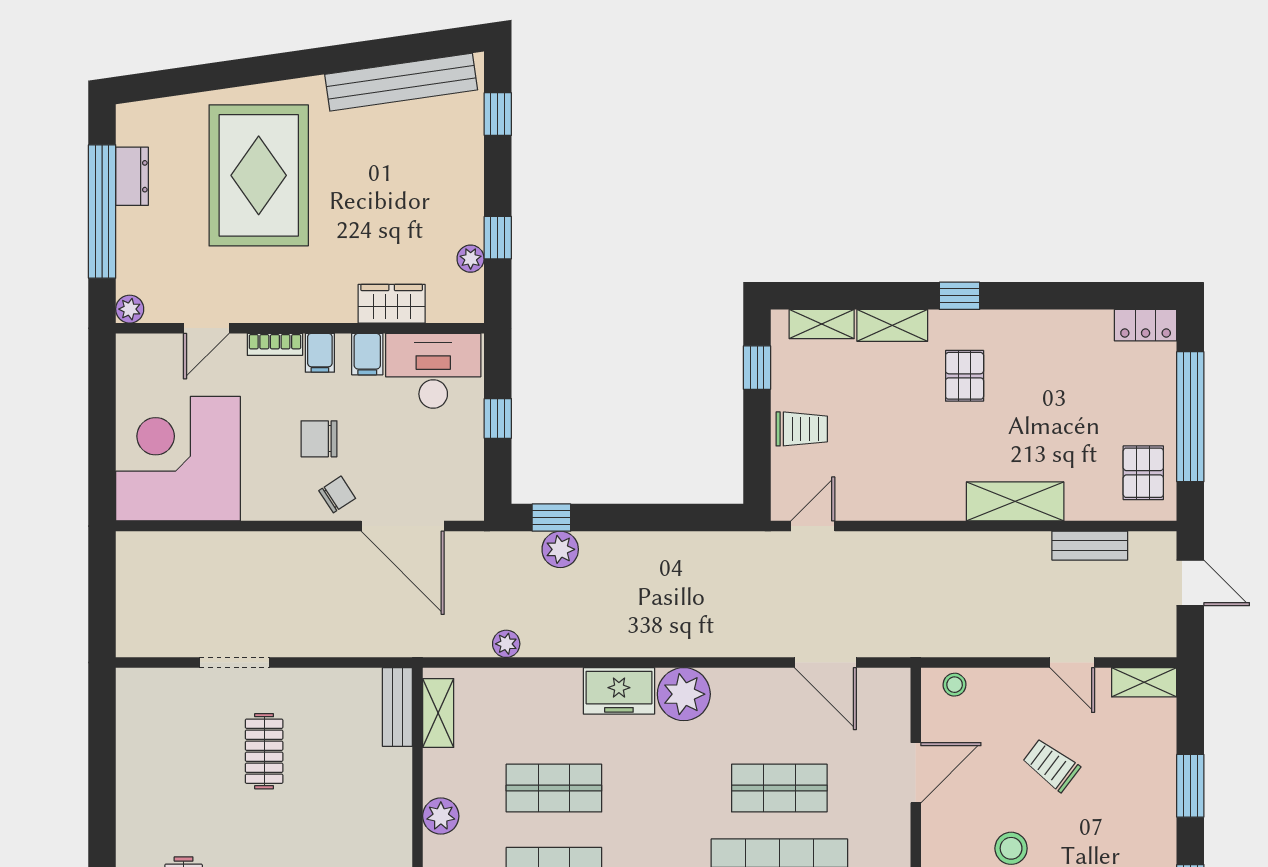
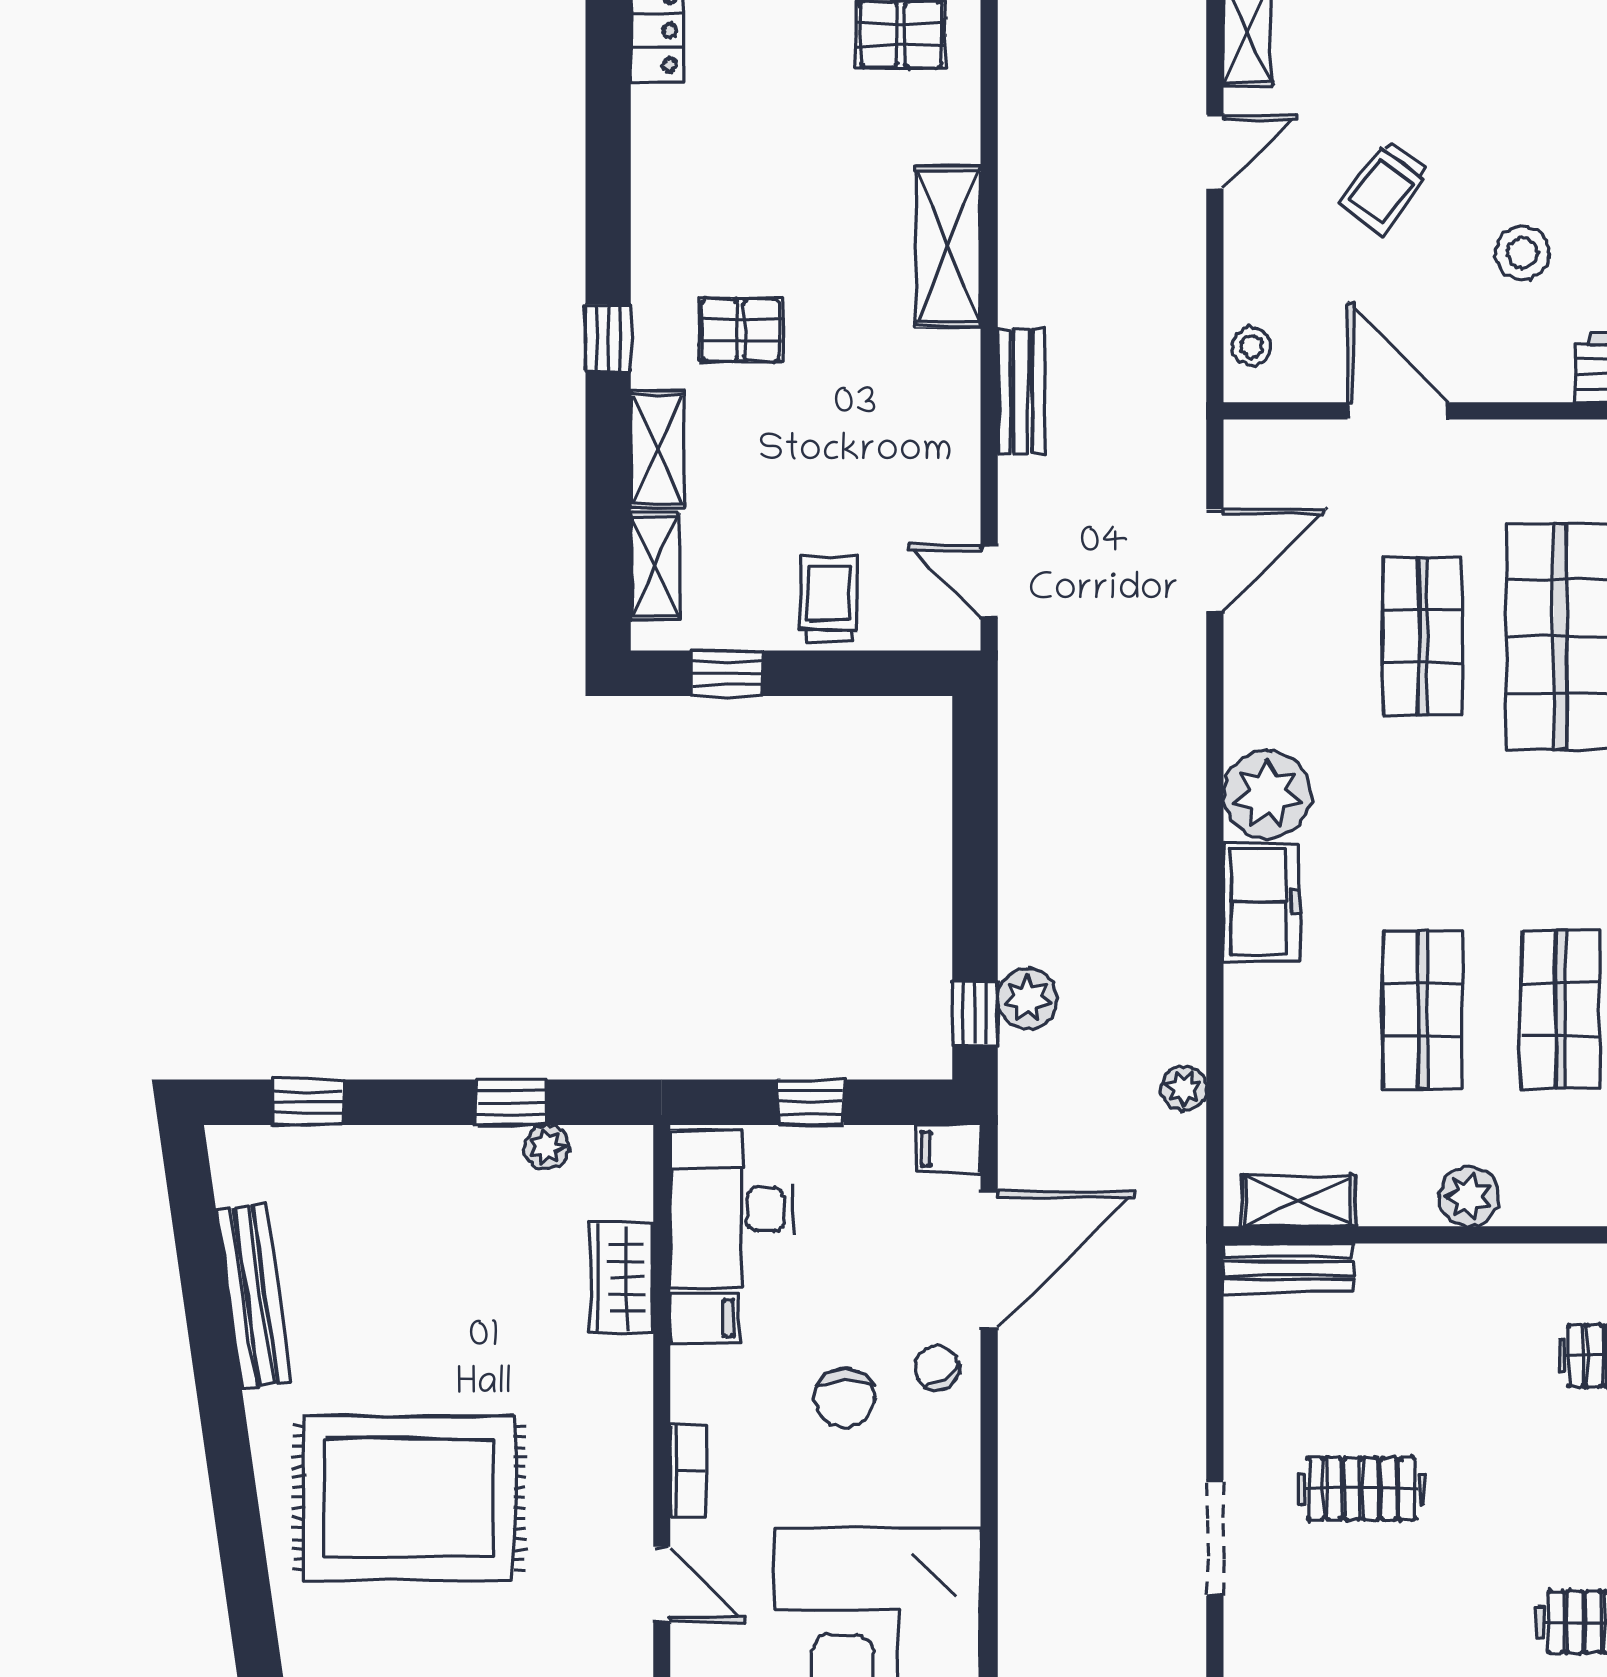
bench: (401, 82) -> (254, 1296), width x0.73, depth x0.82
filing cabinet: (320, 353) -> (948, 1149), moved, turned 180
bench: (1090, 546) -> (1021, 391), moved

